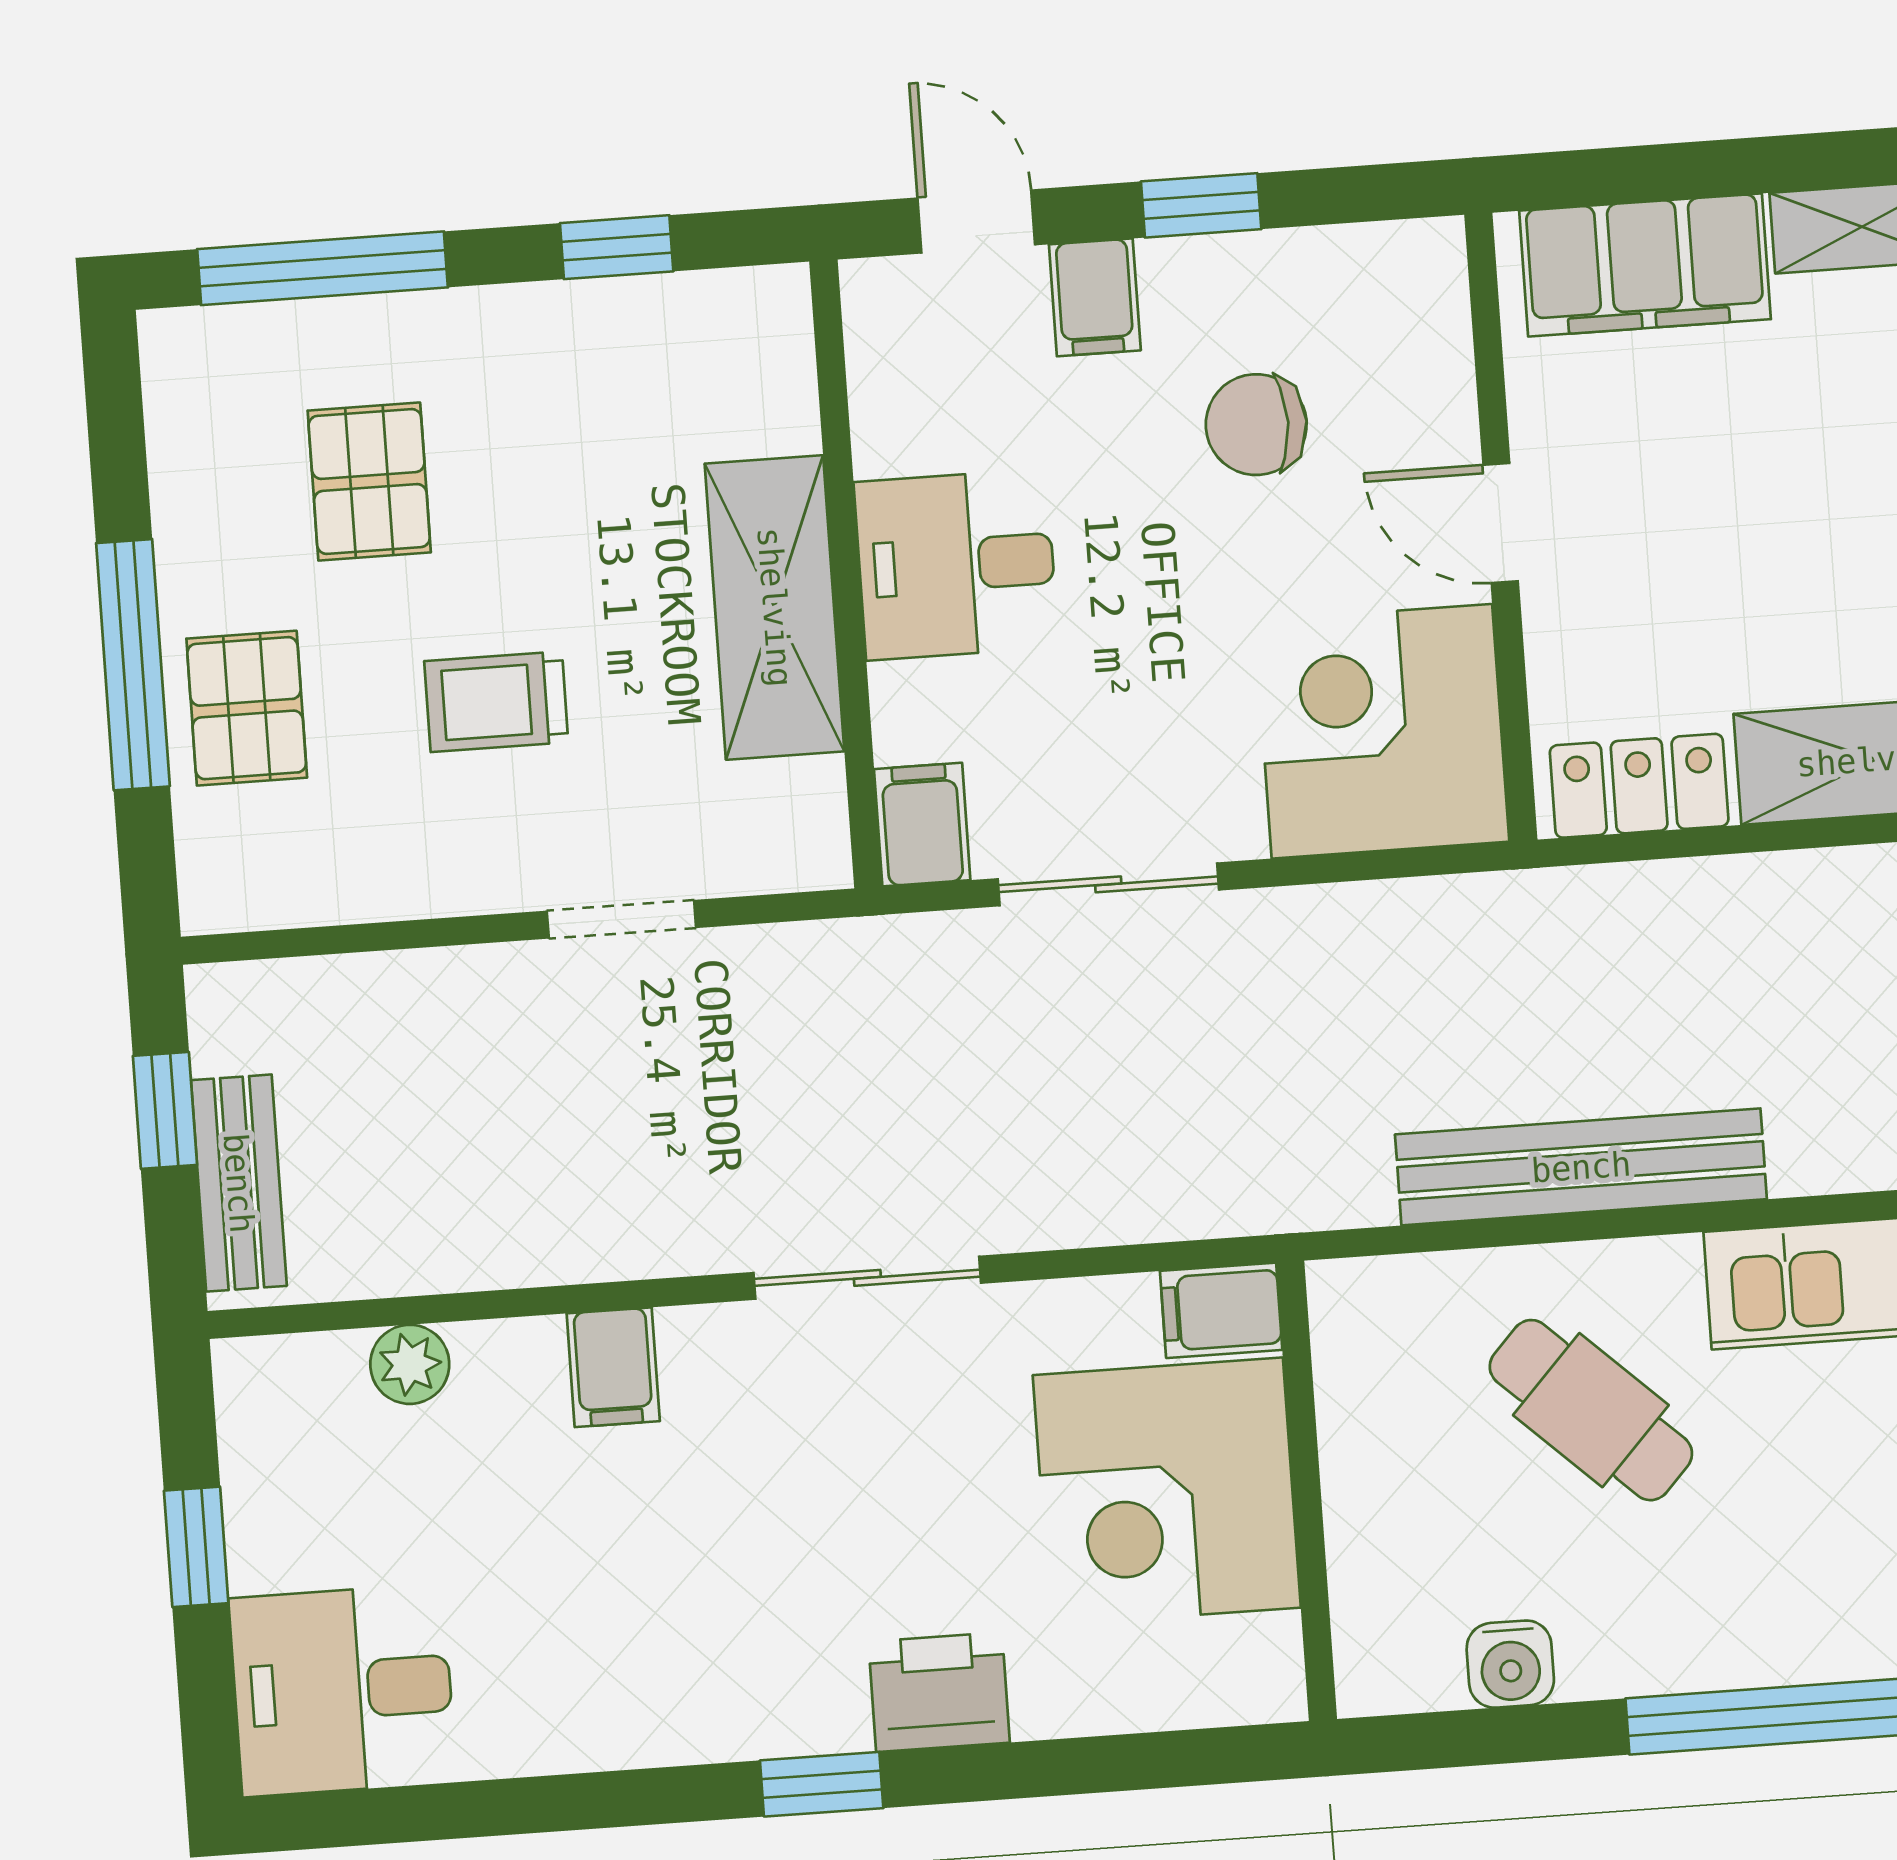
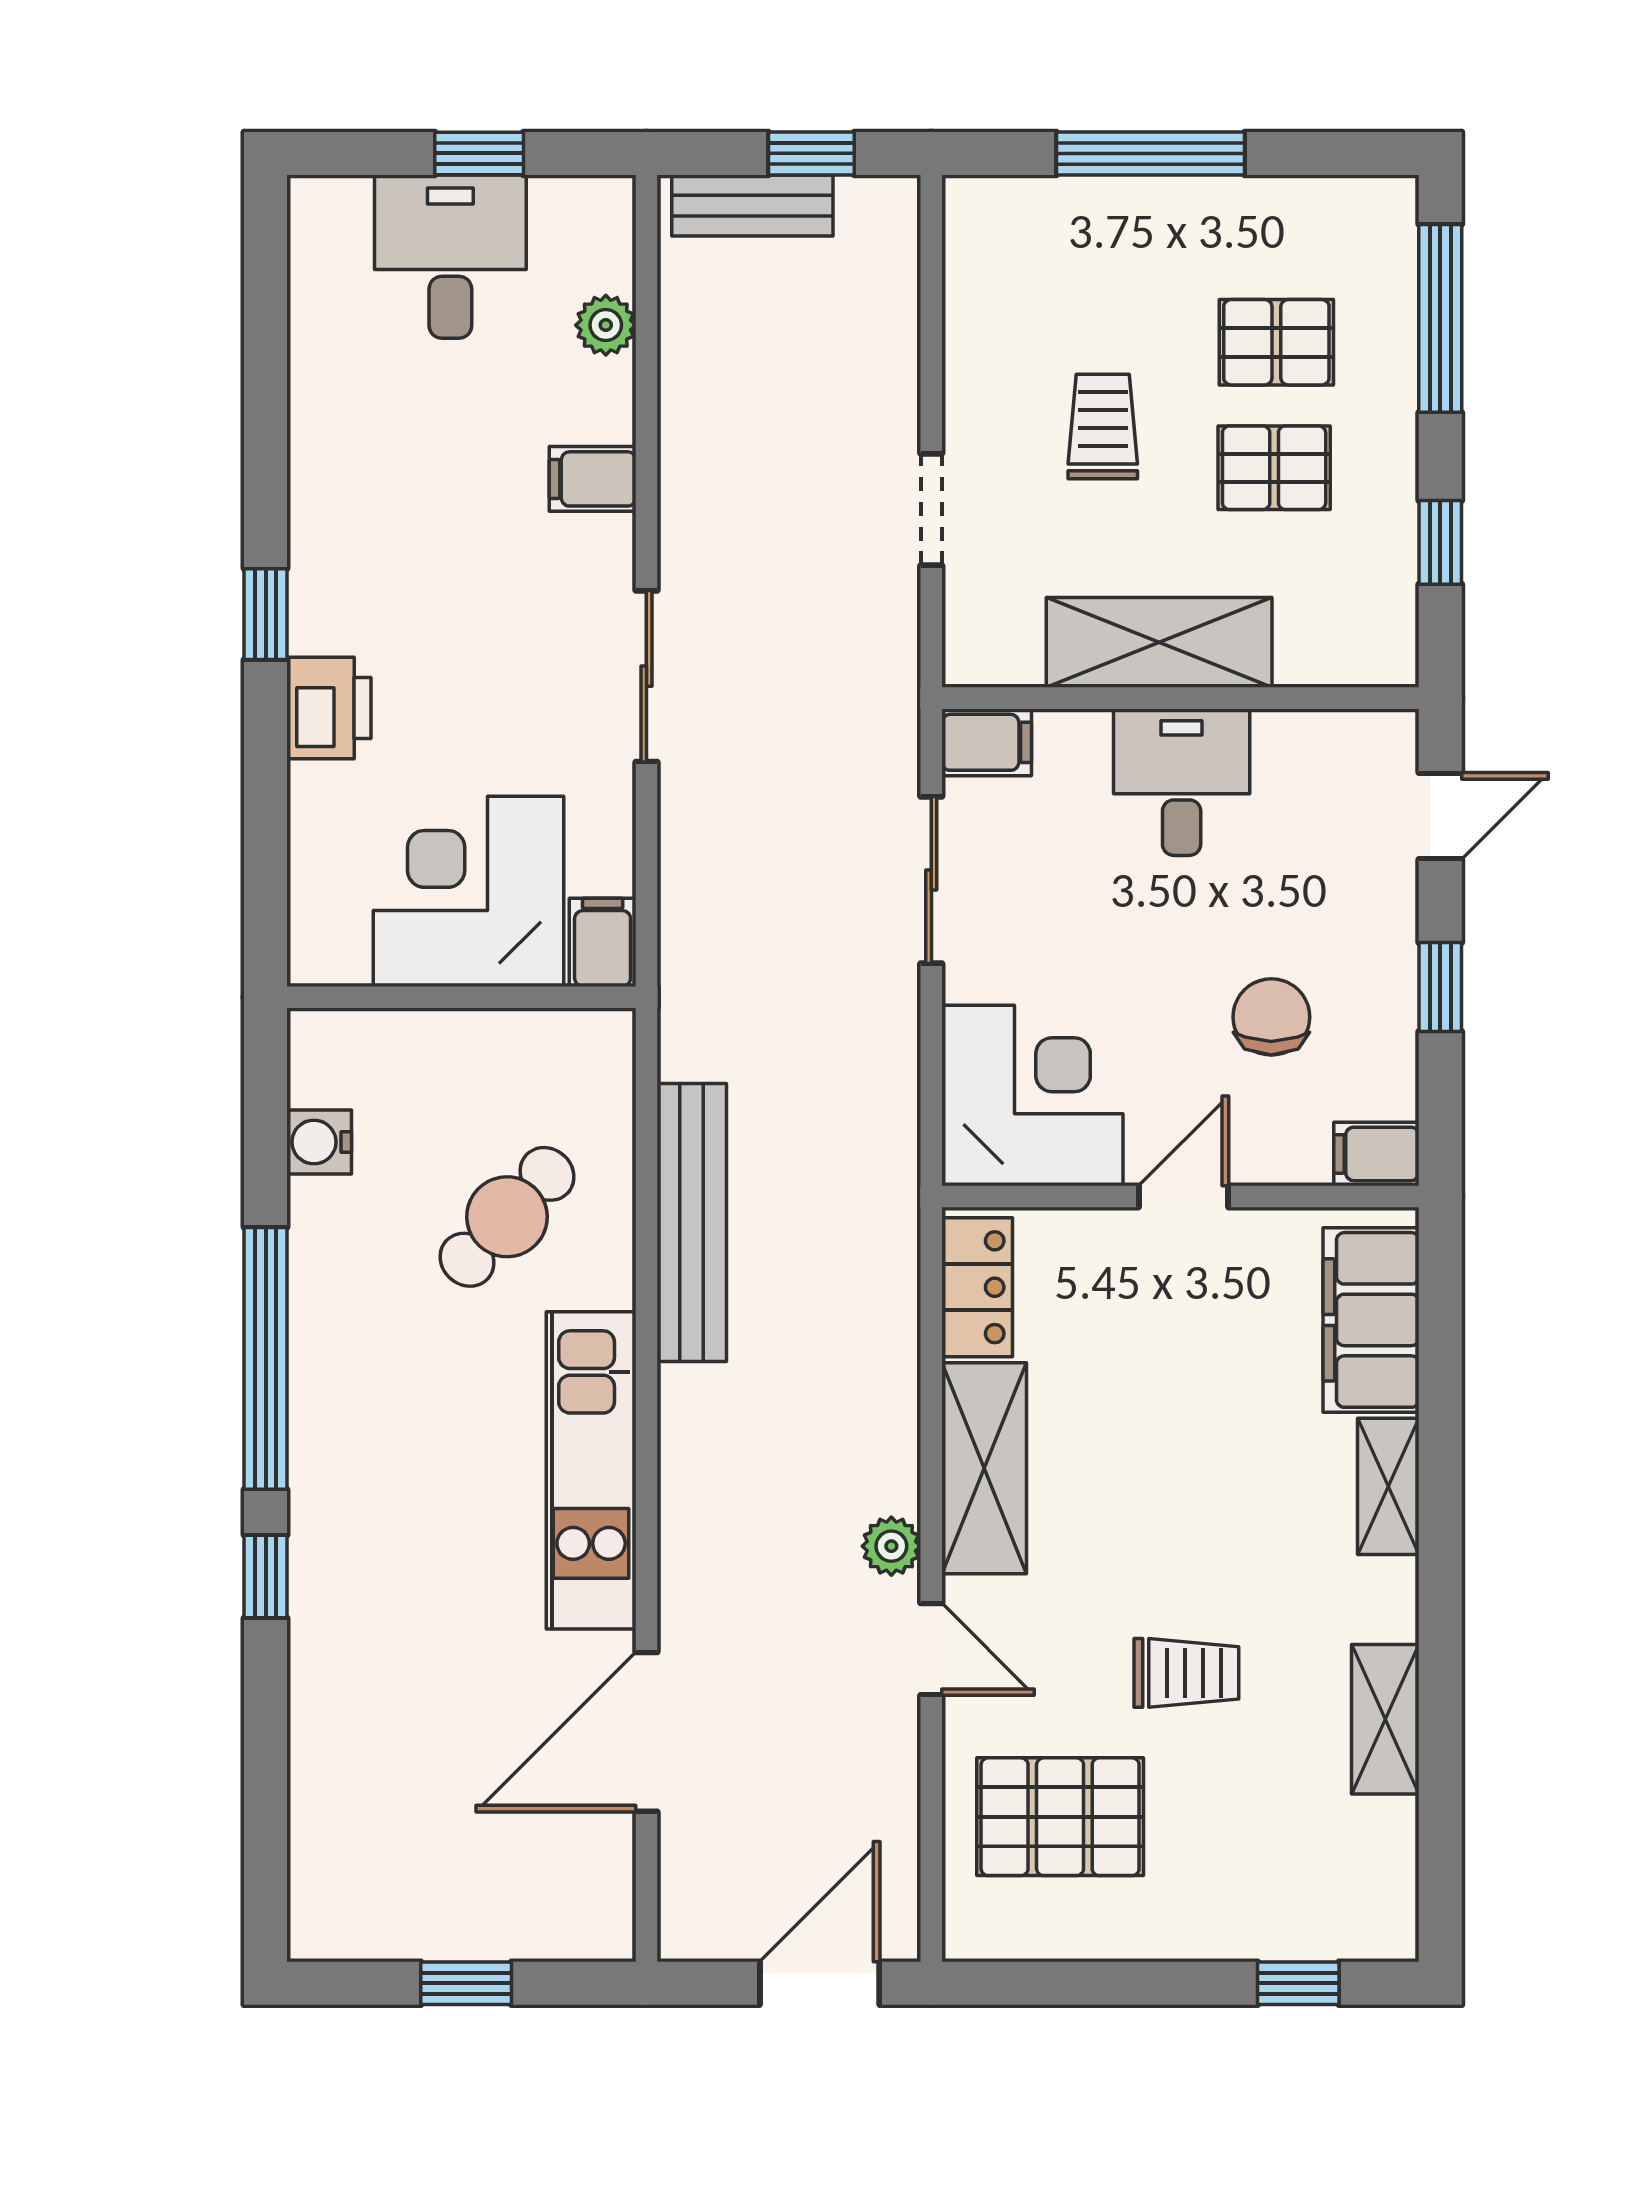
filing cabinet: (1095, 297) -> (1376, 1154), moved
pallet: (247, 708) -> (1274, 468), moved
desk: (343, 1690) -> (450, 257), moved

